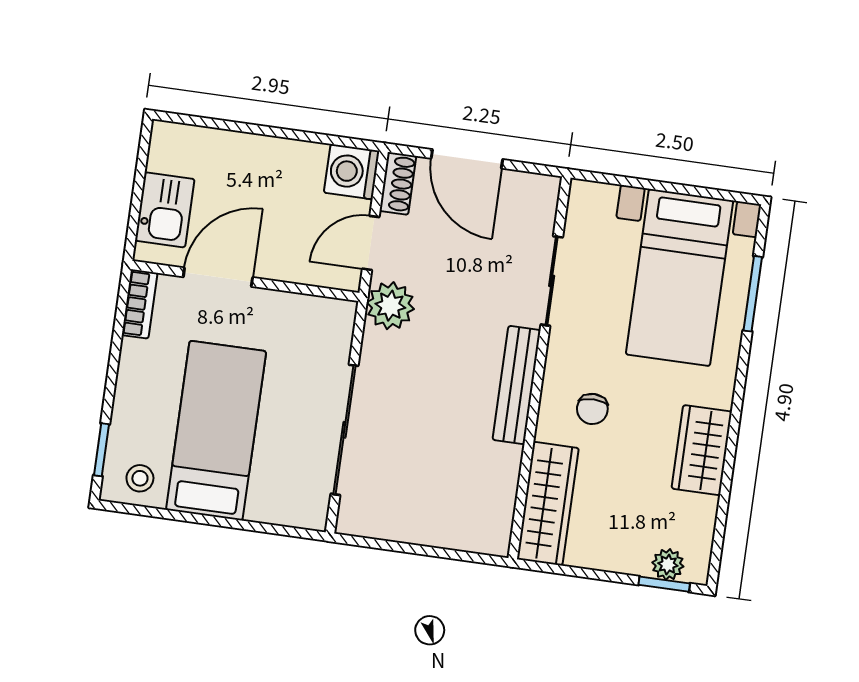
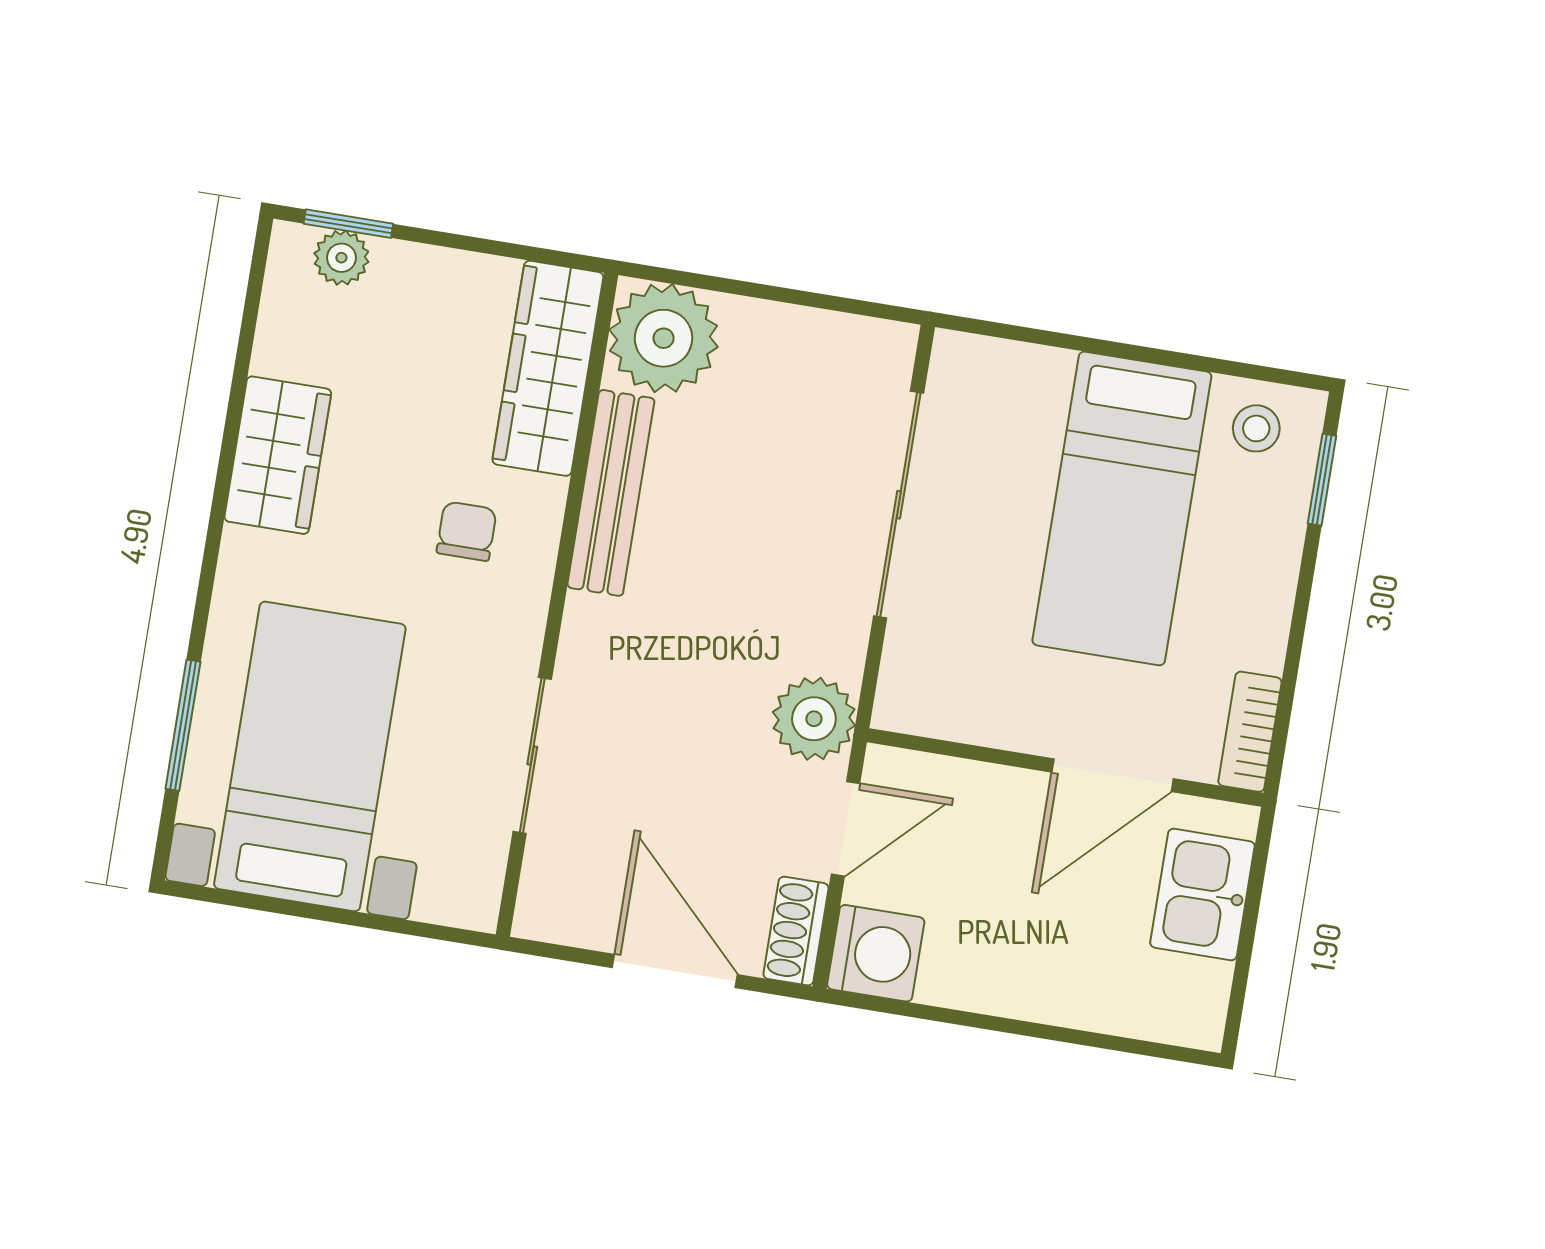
bench: (517, 385) -> (611, 493), moved
plant: (482, 522) -> (664, 338), added

